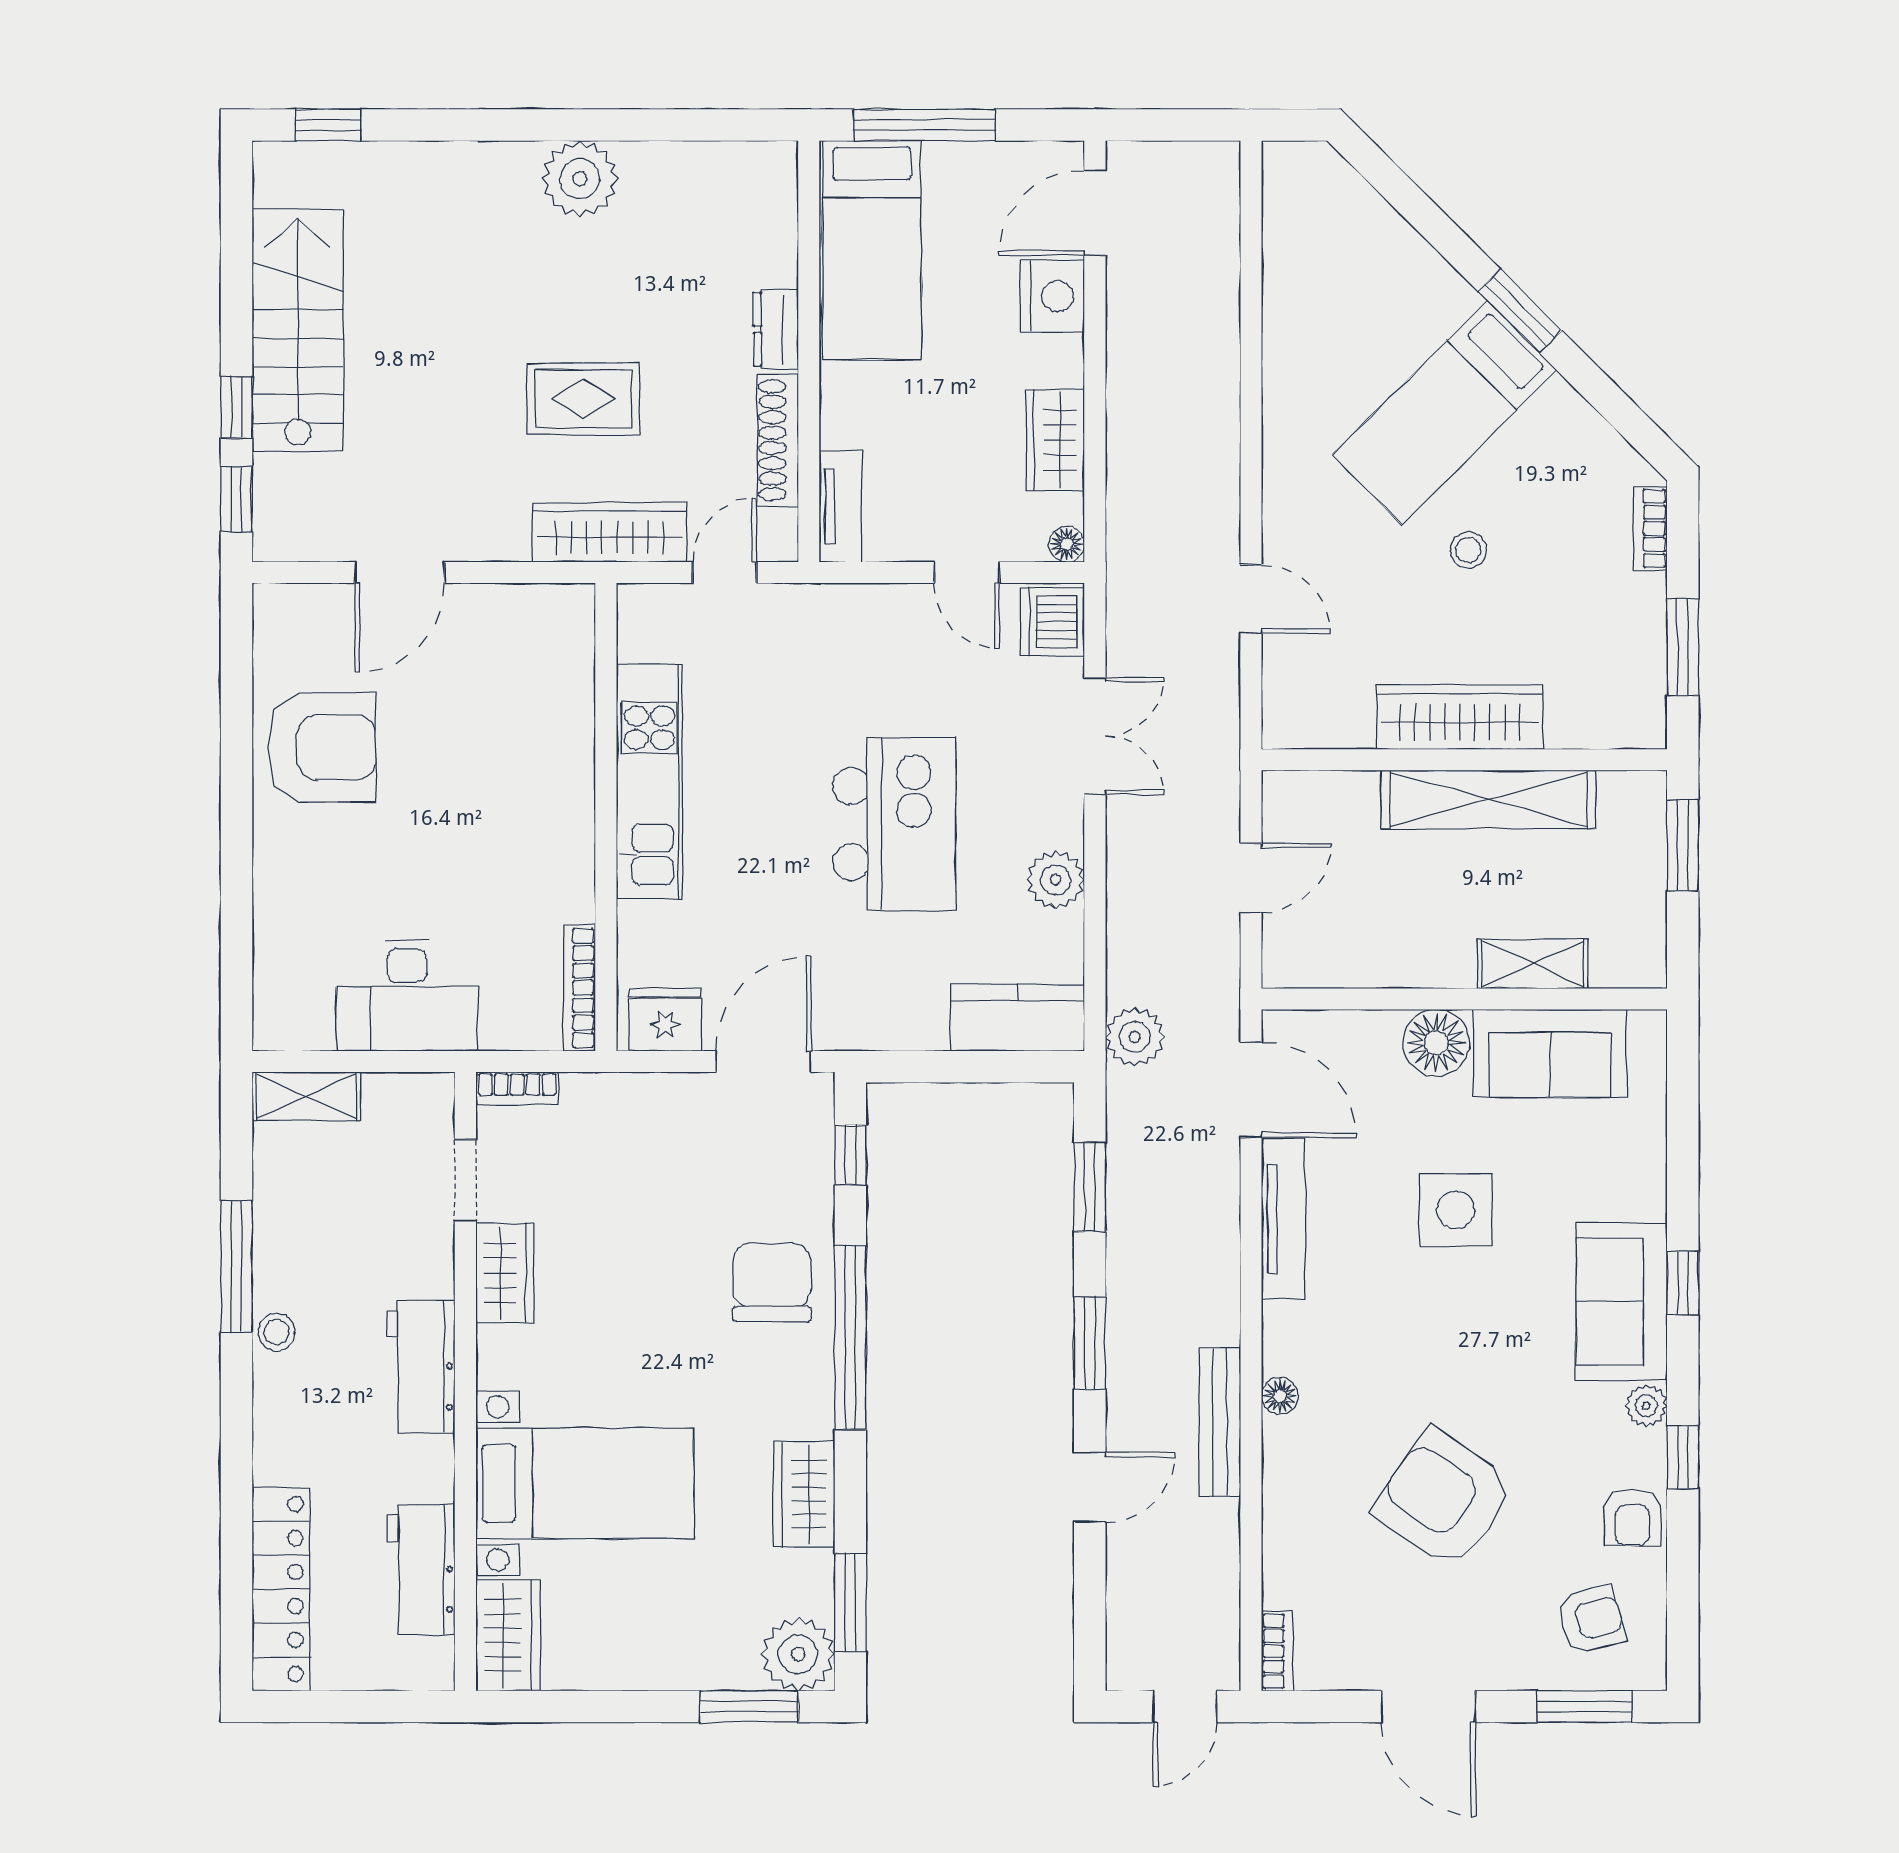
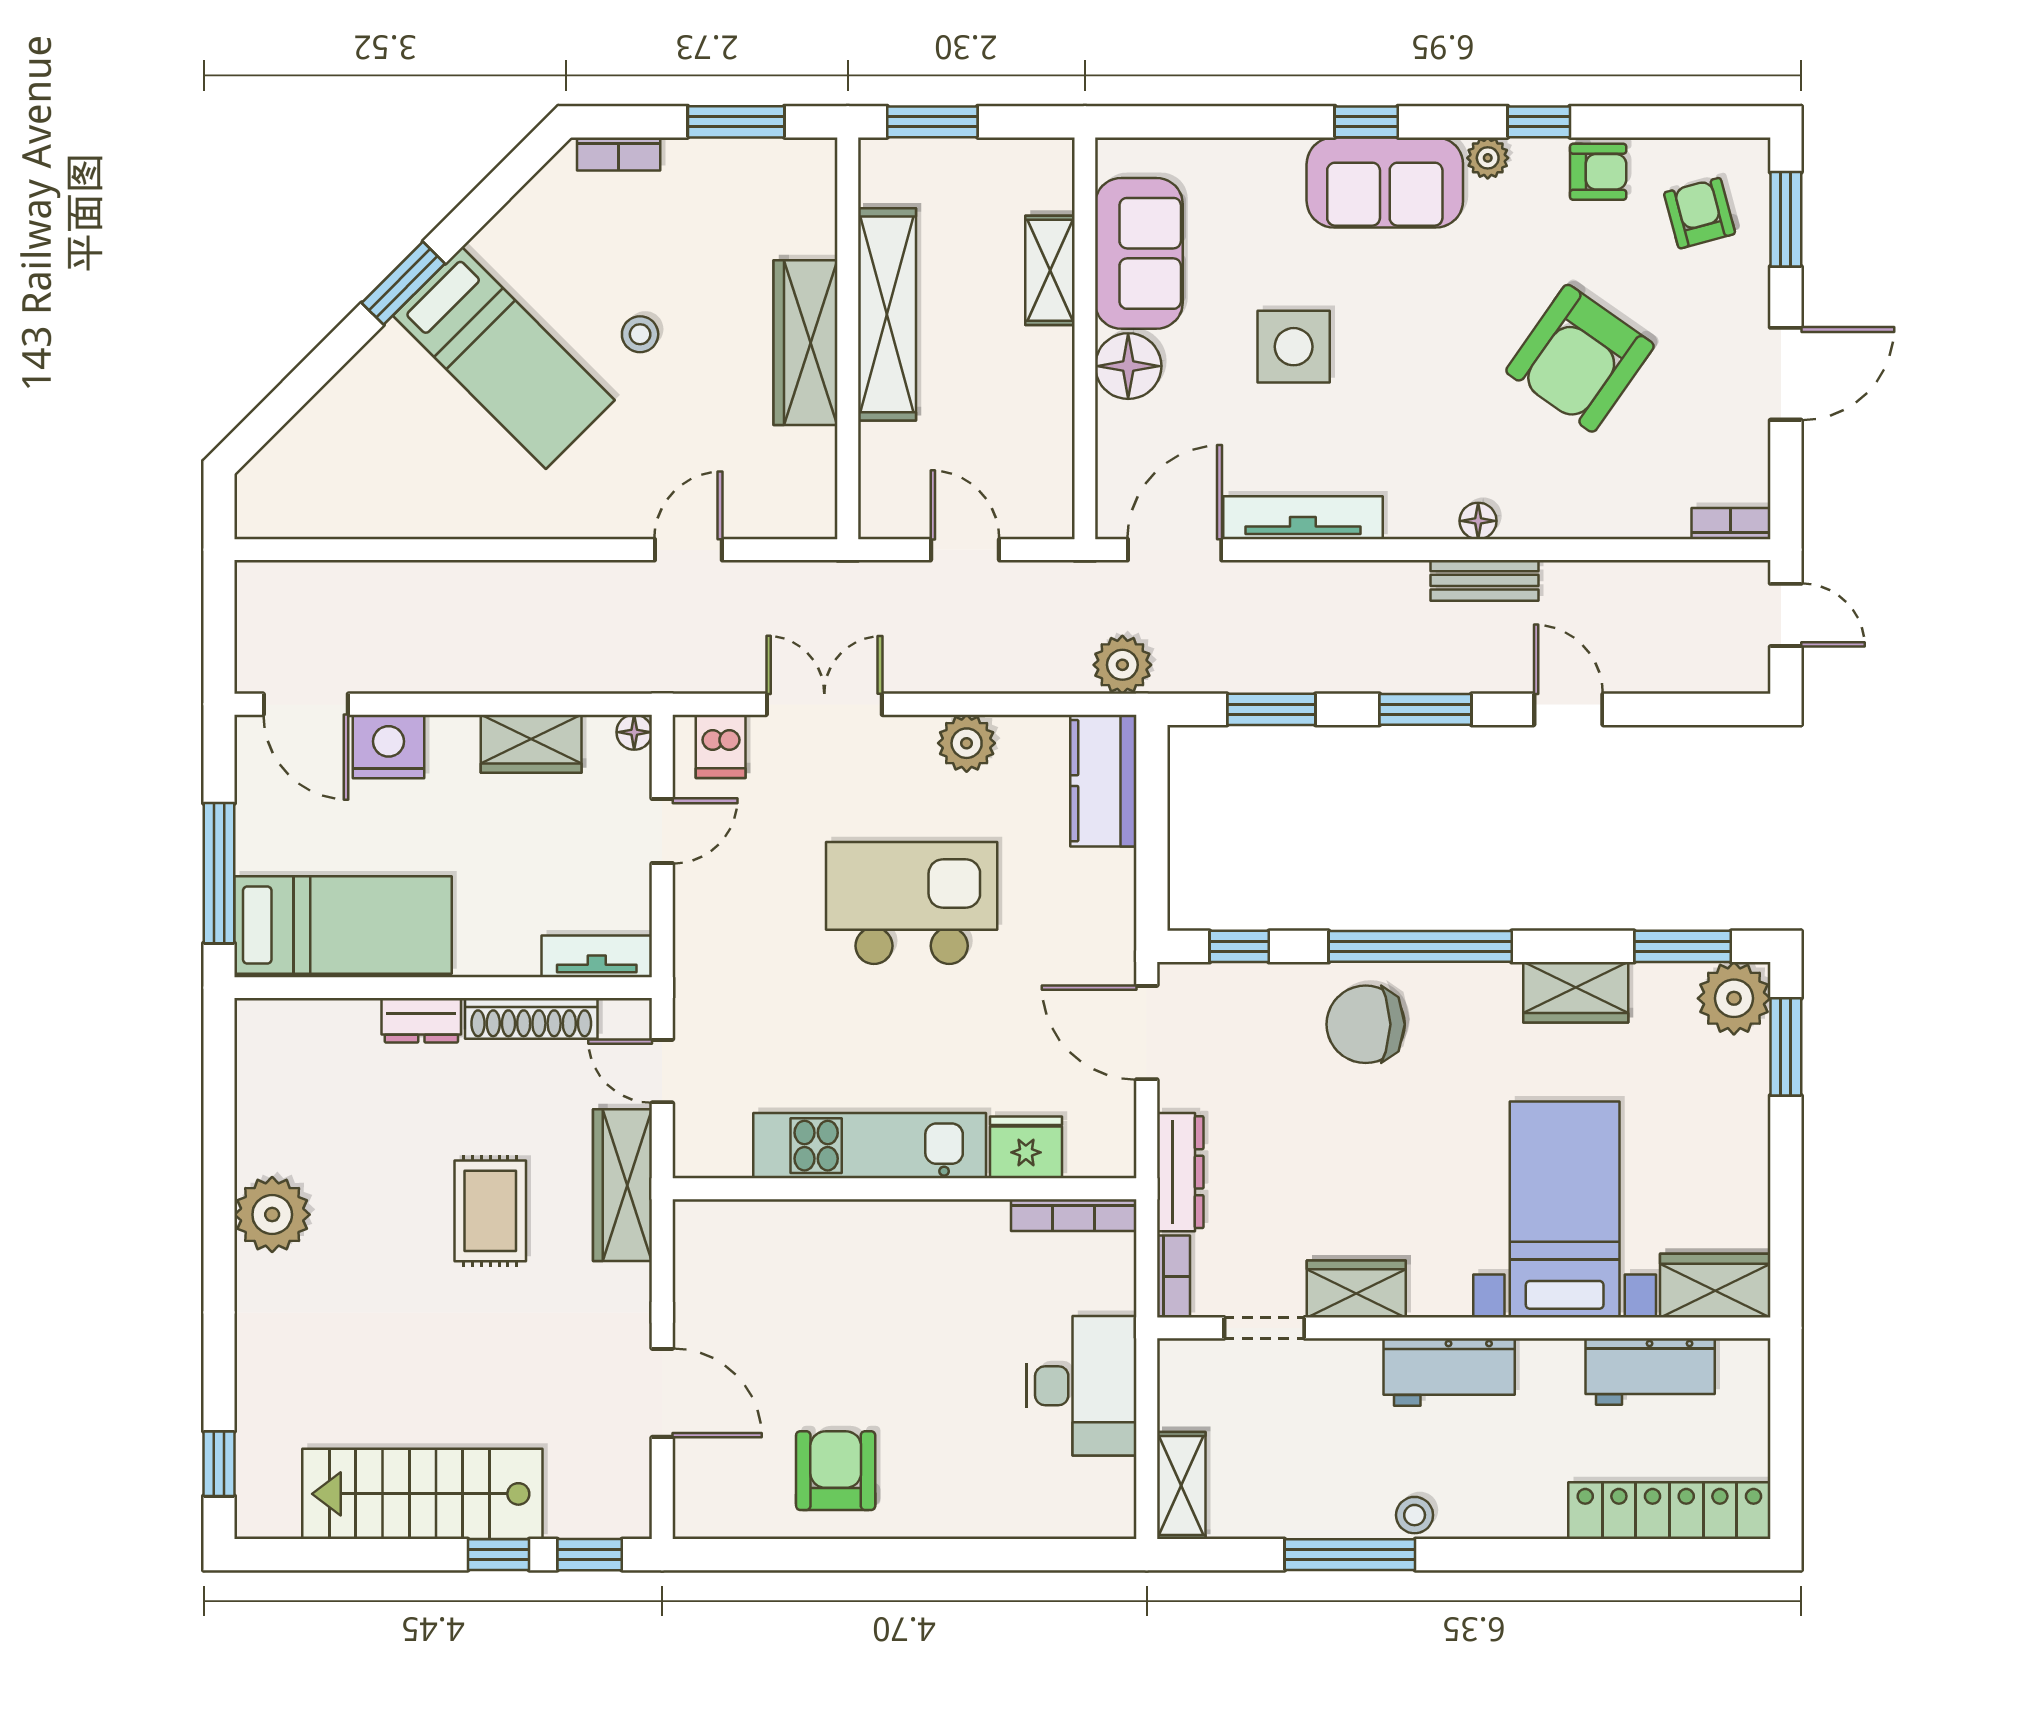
dishwasher: (1052, 622) -> (721, 746), width x0.73
armchair: (321, 748) -> (836, 1471), width x0.73, depth x0.73
fridge: (665, 1020) -> (1026, 1147), moved, turned 90
dresser: (623, 1095) -> (1180, 1172), added
bench: (1220, 1422) -> (1484, 580), width x0.73

